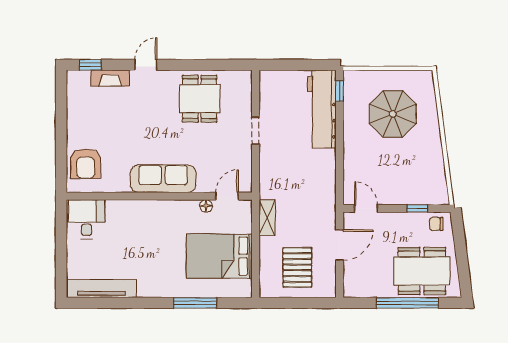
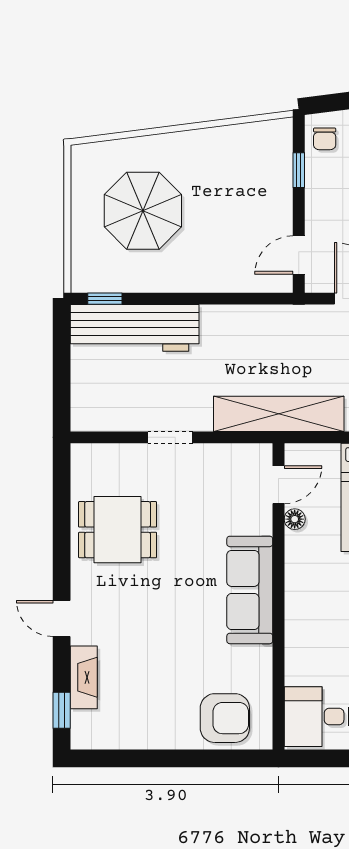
door: (227, 196) -> (278, 485), swing flipped
shelving: (267, 218) -> (279, 414), width x2.20, depth x1.33

